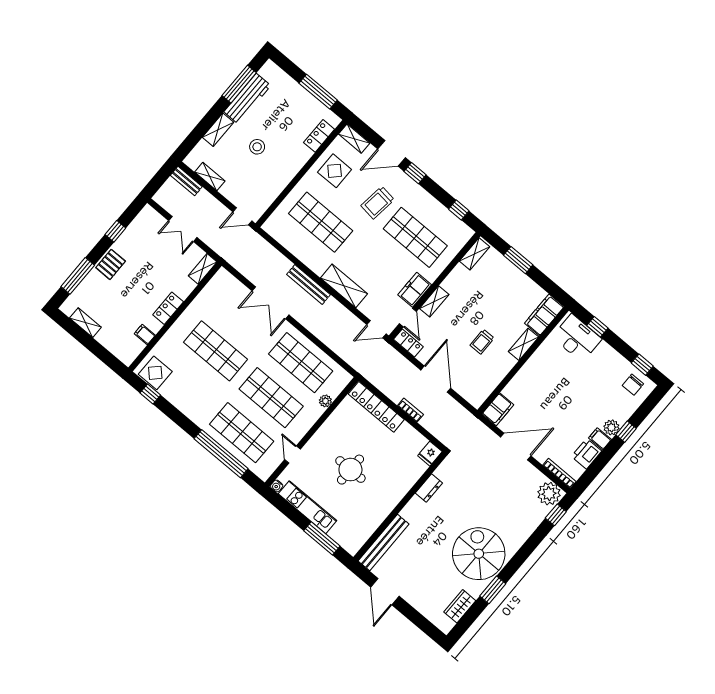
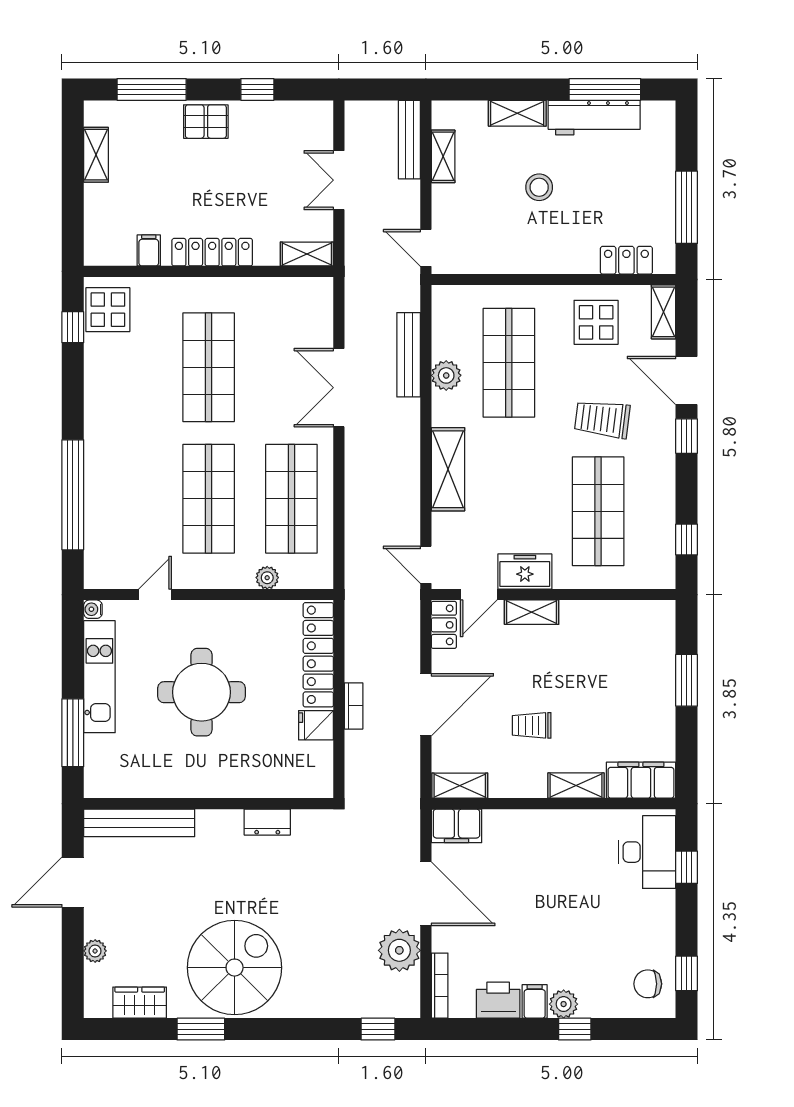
bench: (186, 181) -> (409, 140), width x1.36
plant: (304, 253) -> (446, 375), added
shelving: (475, 254) -> (460, 786), moved
bench: (309, 284) -> (409, 355), moved
locker: (168, 308) -> (212, 252), width x1.53
shop shelf: (242, 433) -> (126, 499), removed
fridge: (430, 454) -> (316, 725), moved
round table: (350, 470) -> (202, 692), width x1.36, depth x1.36
plant: (549, 494) -> (399, 950), moved
plant: (422, 607) -> (95, 951), added

